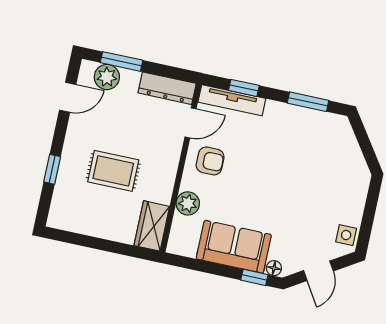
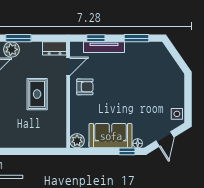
dresser: (167, 88) -> (55, 48), width x0.70
tv unit: (232, 100) -> (104, 47), moved
rug: (113, 171) -> (37, 94), moved, turned 90
plant: (188, 203) -> (77, 141), moved
wardrobe: (152, 226) -> (58, 134), removed

